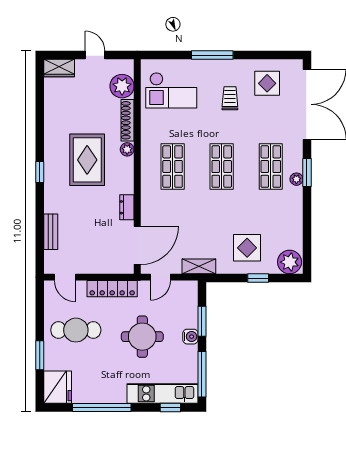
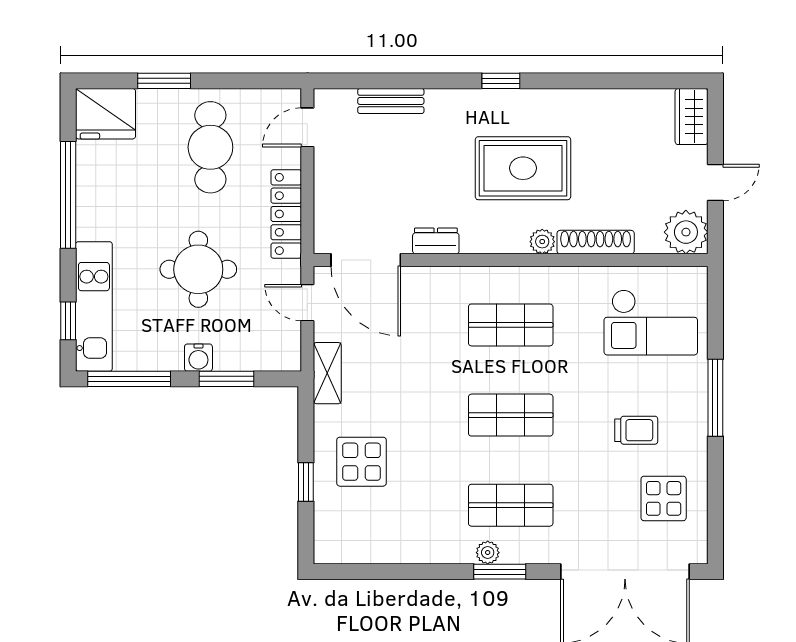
plant: (122, 86) -> (686, 232), moved
checkout: (171, 90) -> (651, 322), turned -90
plant: (290, 262) -> (335, 540), removed

